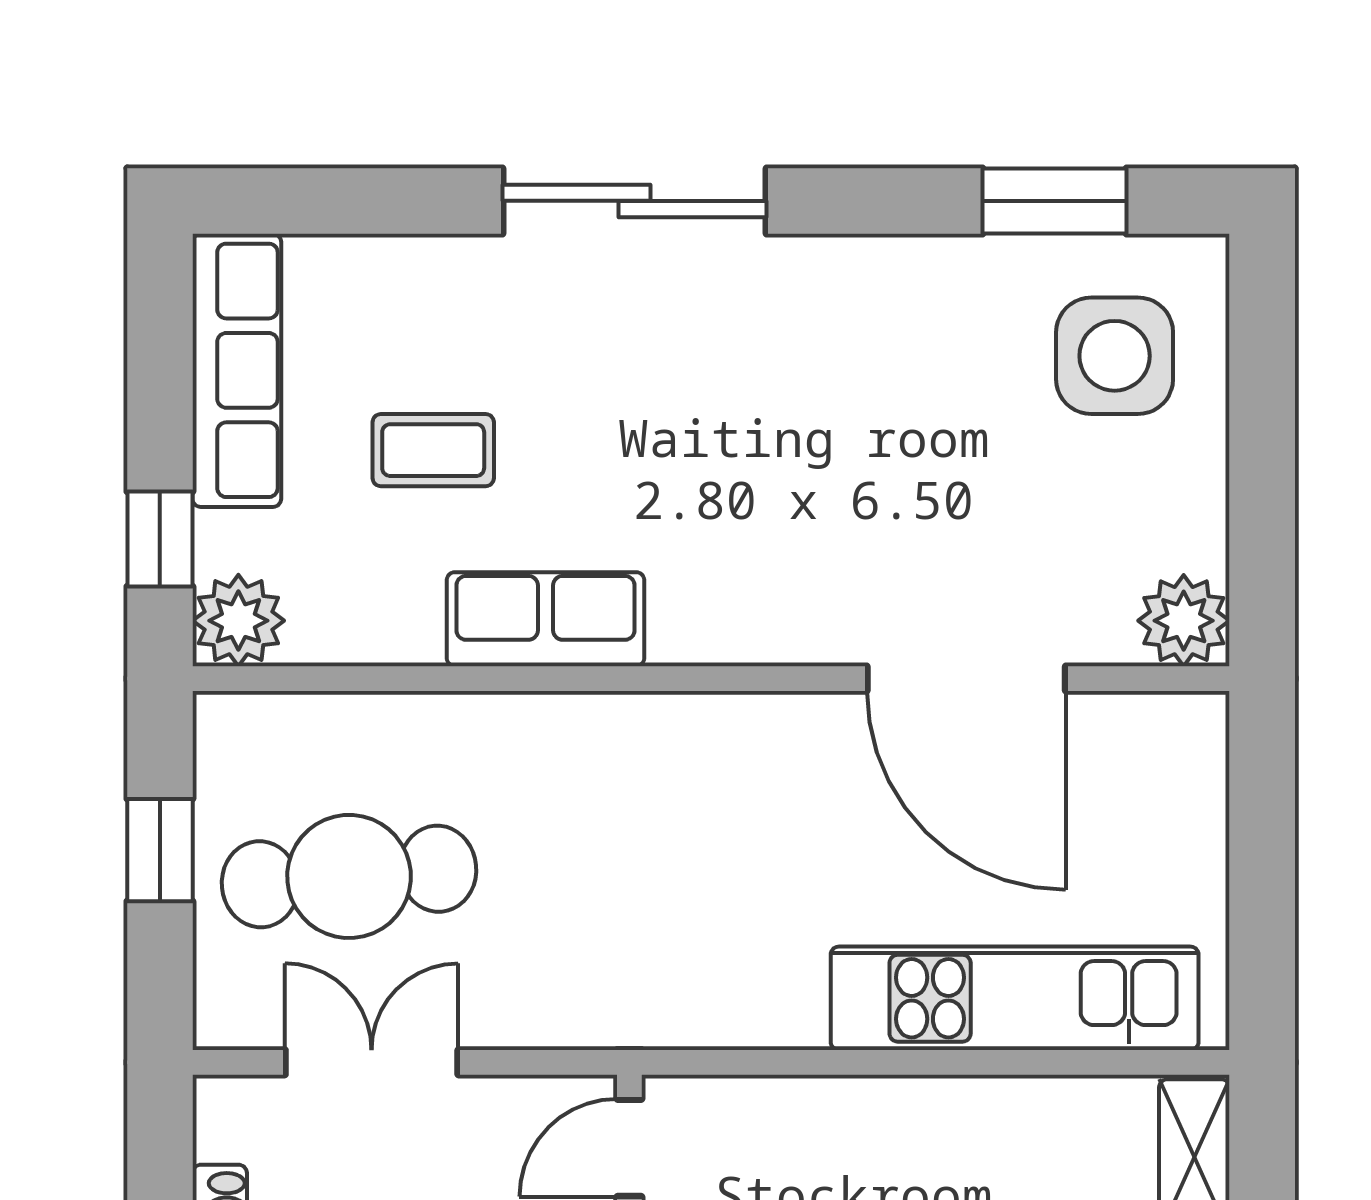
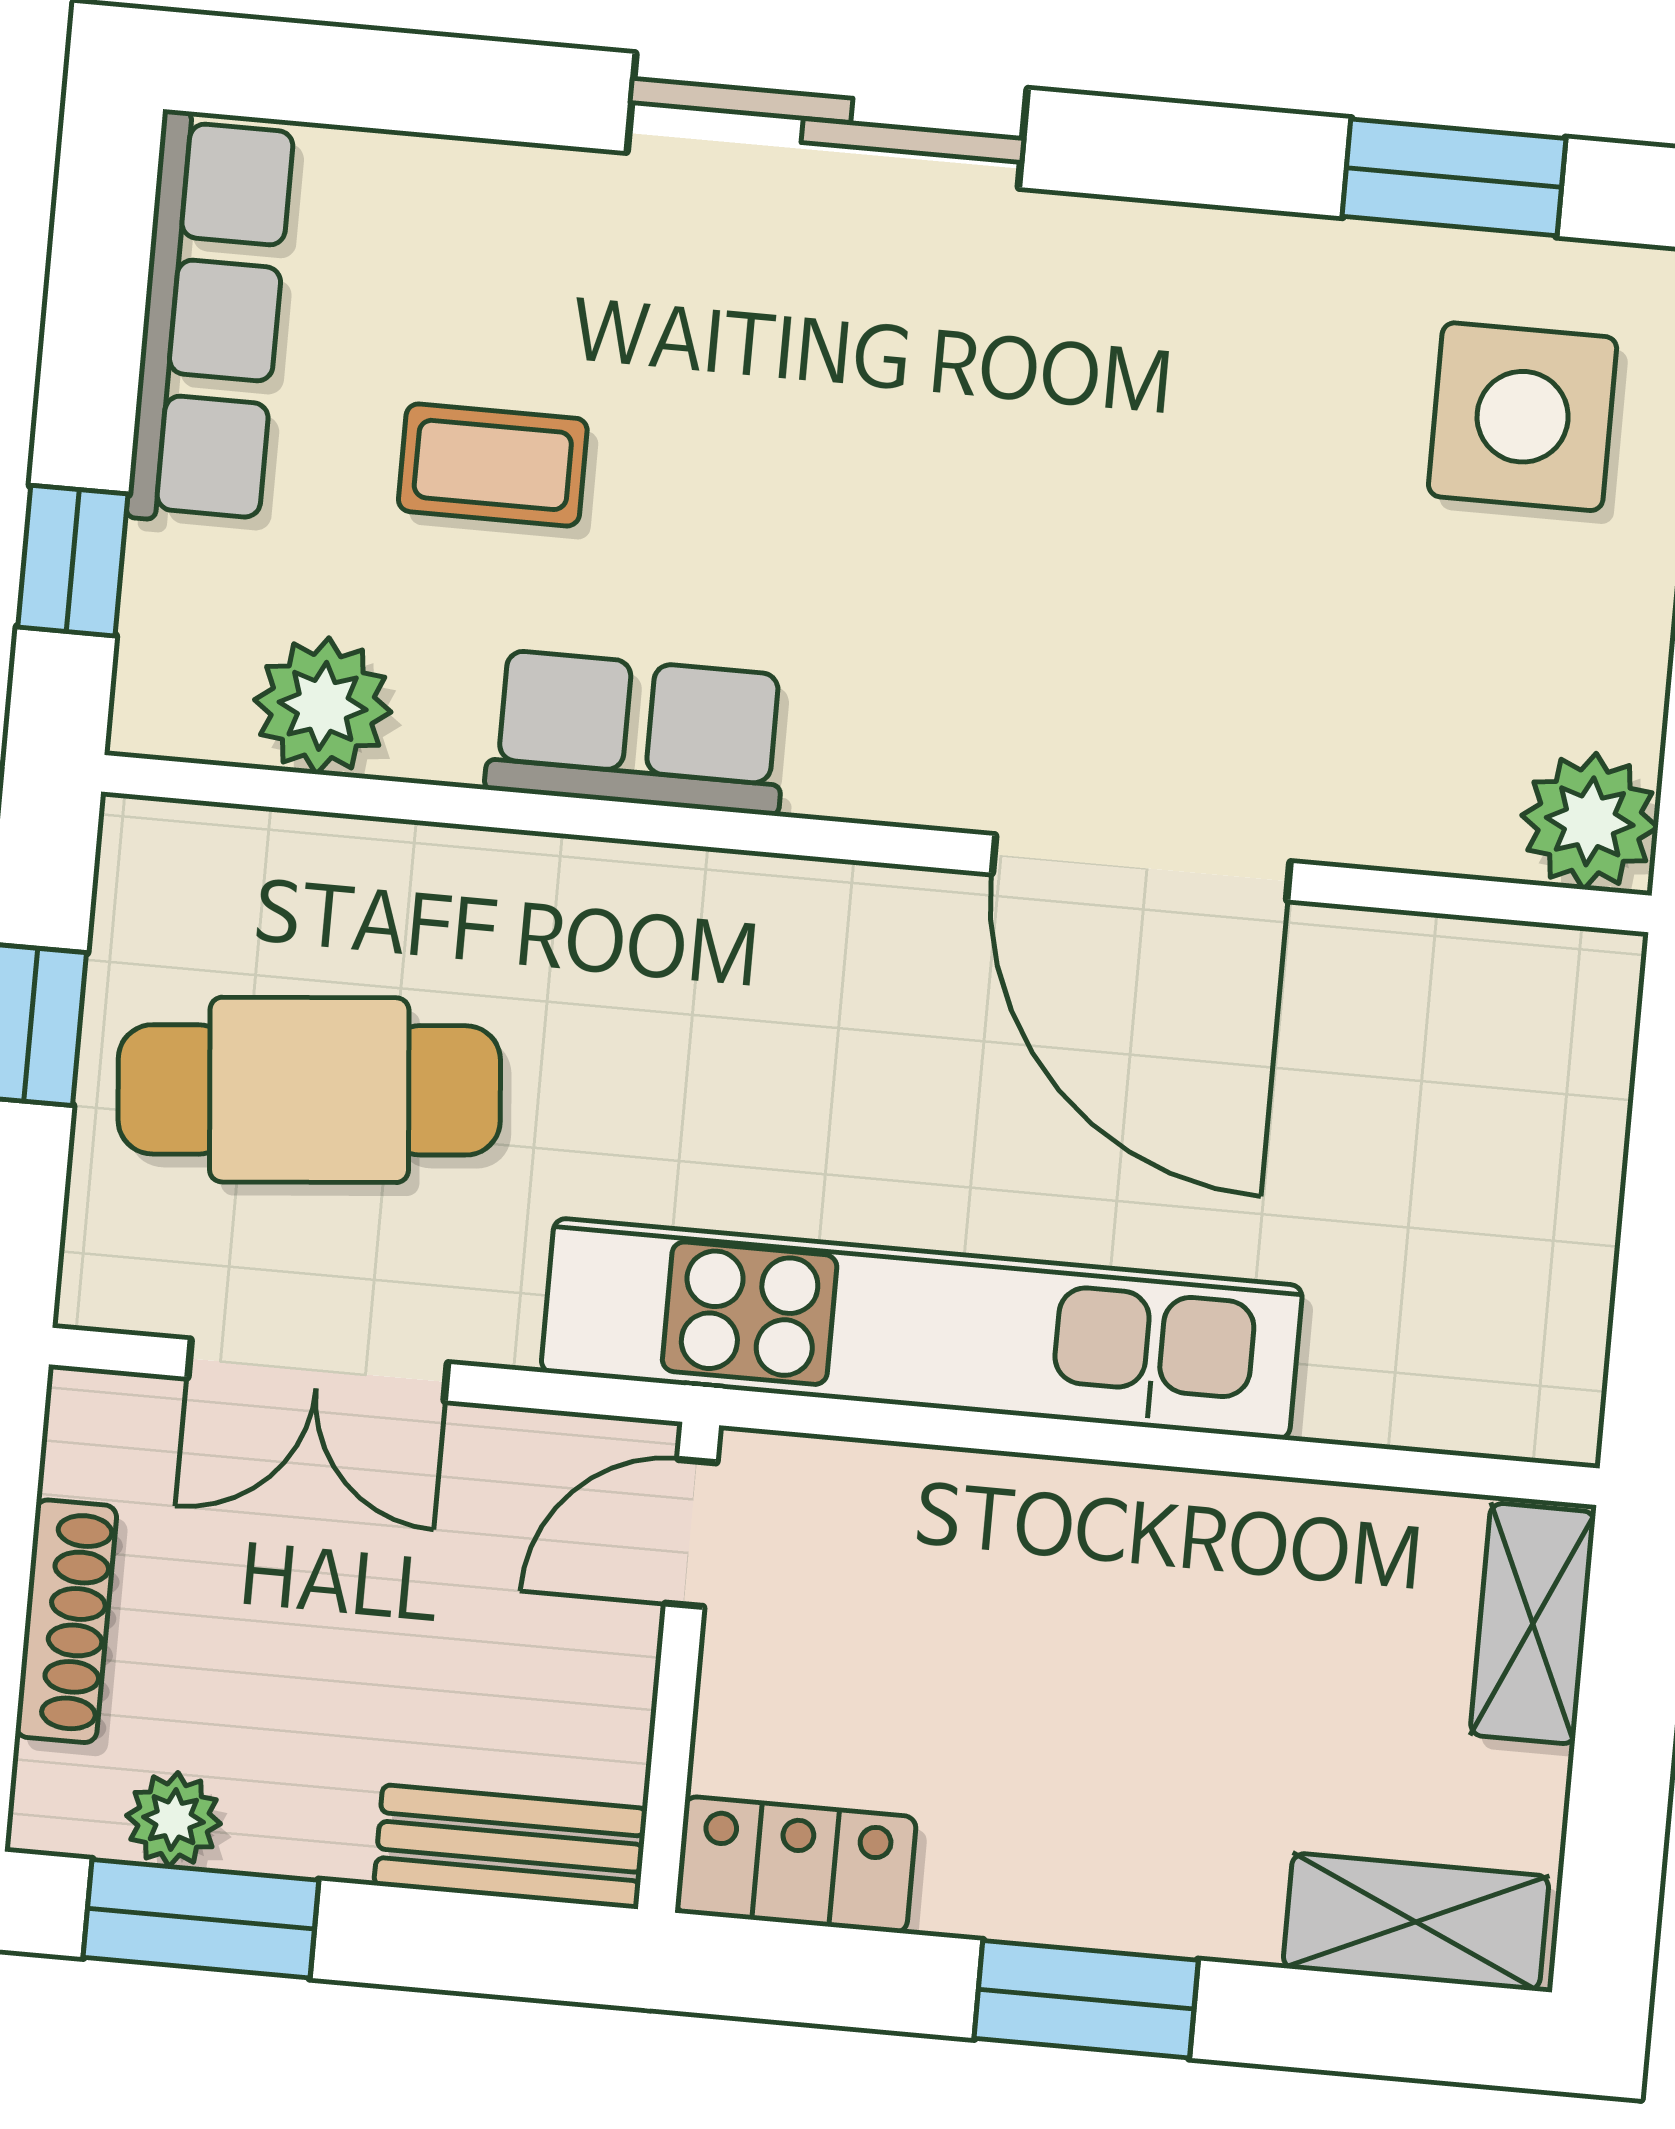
plant: (238, 621) -> (323, 706), moved
door: (966, 679) -> (1141, 868), moved
kitchen unit: (1015, 998) -> (922, 1329), moved, width x1.36
double door: (372, 1062) -> (318, 1370), swing flipped

